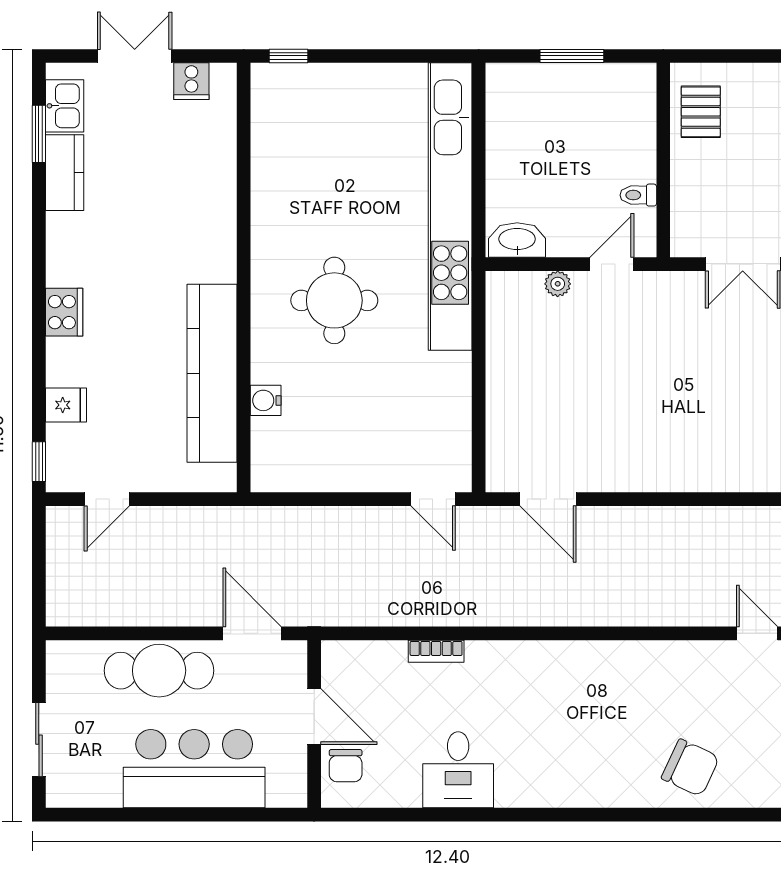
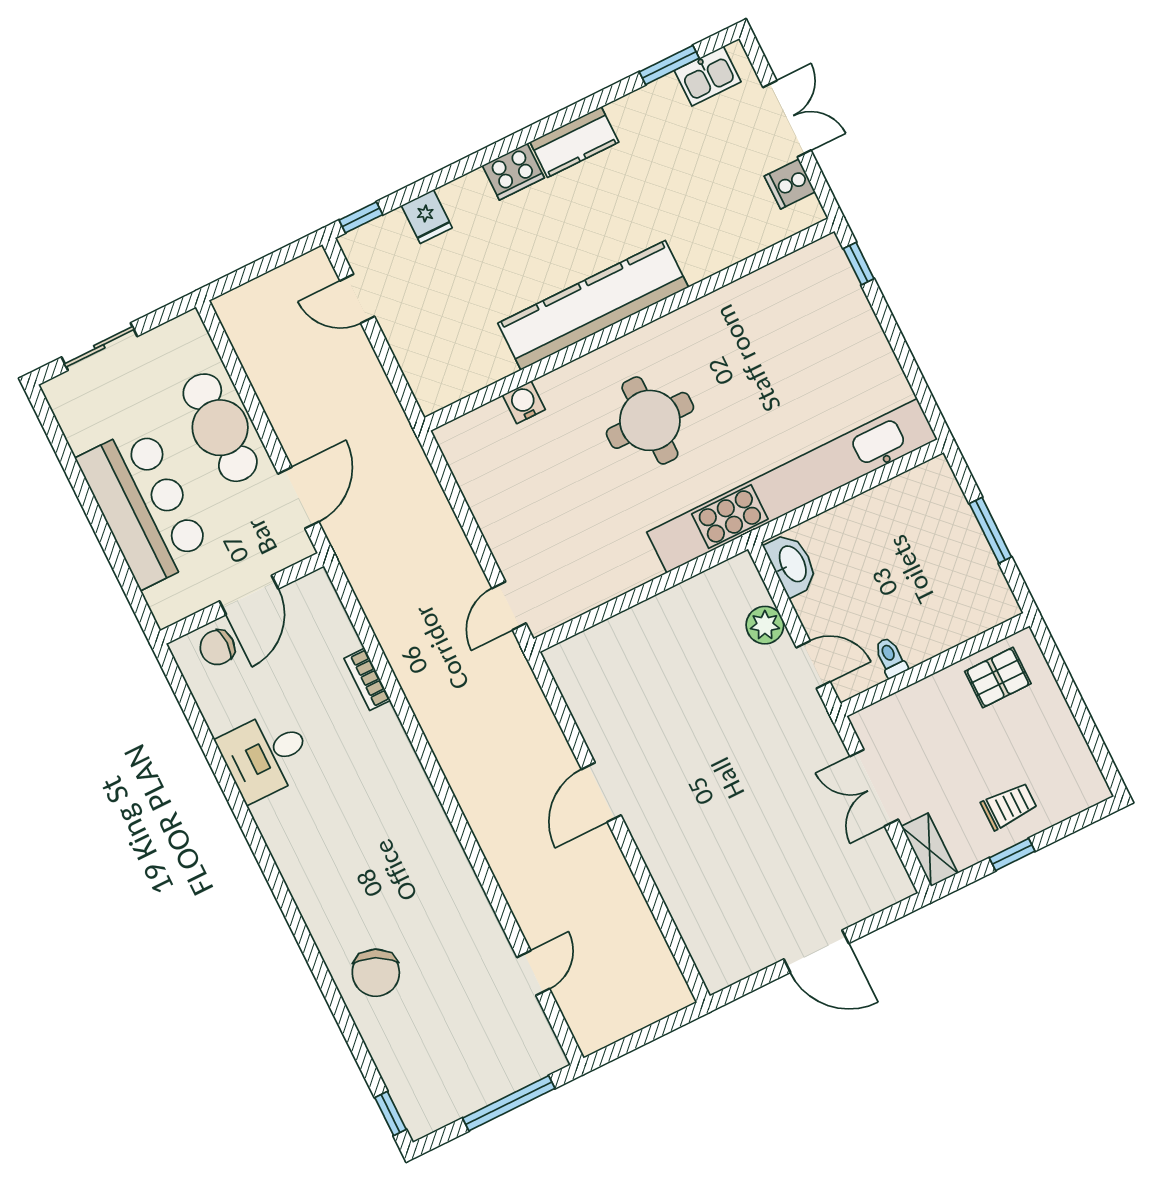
kitchen counter: (65, 173) -> (574, 142), moved
plant: (558, 284) -> (765, 625), width x1.38, depth x1.38
kitchen counter: (212, 373) -> (593, 305), moved
door: (548, 499) -> (601, 792), moved

